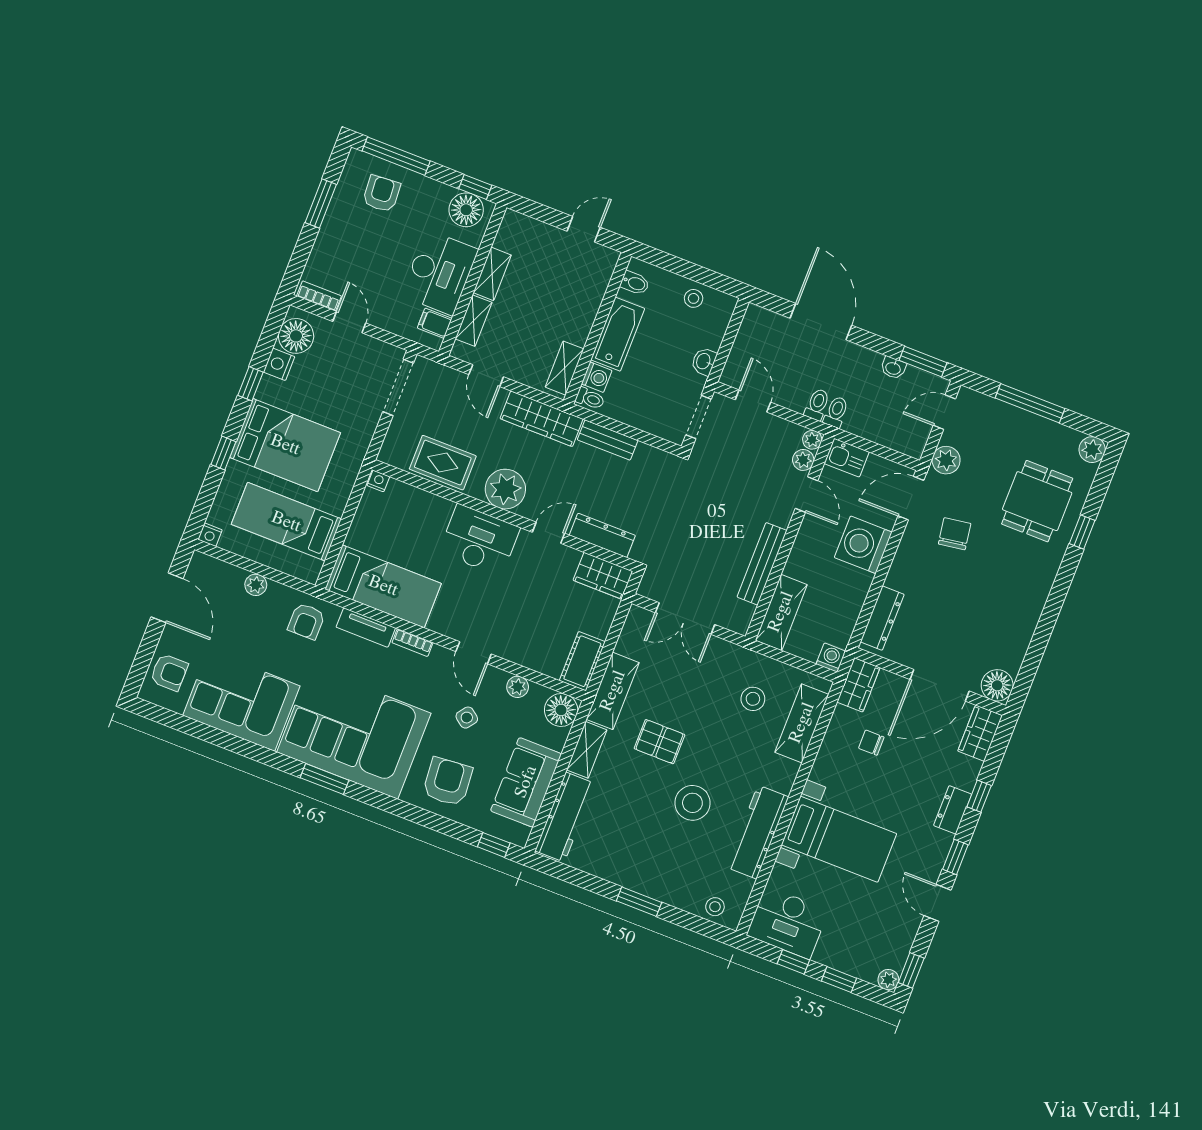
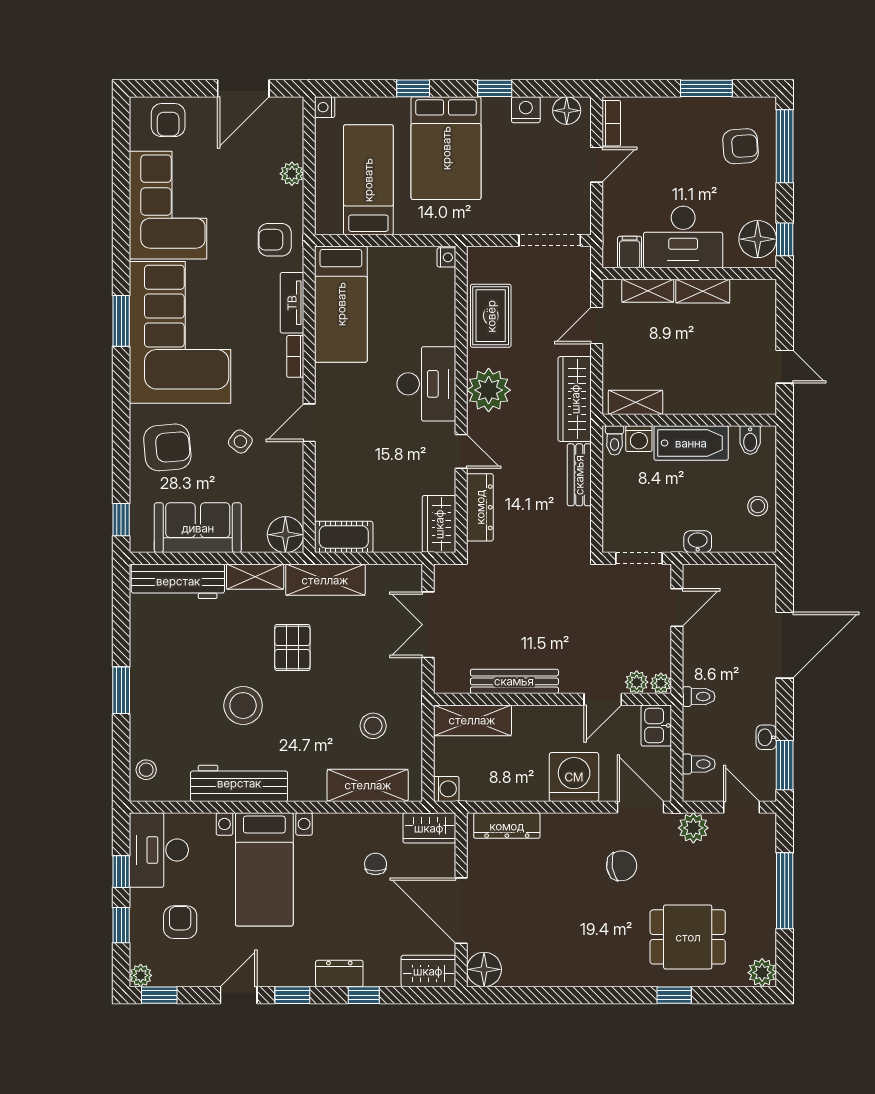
floor lamp: (296, 336) -> (567, 111), width x0.73, depth x0.73
toilet: (817, 405) -> (699, 764), moved
plant: (518, 687) -> (292, 481), removed
armchair: (856, 928) -> (180, 922), added

